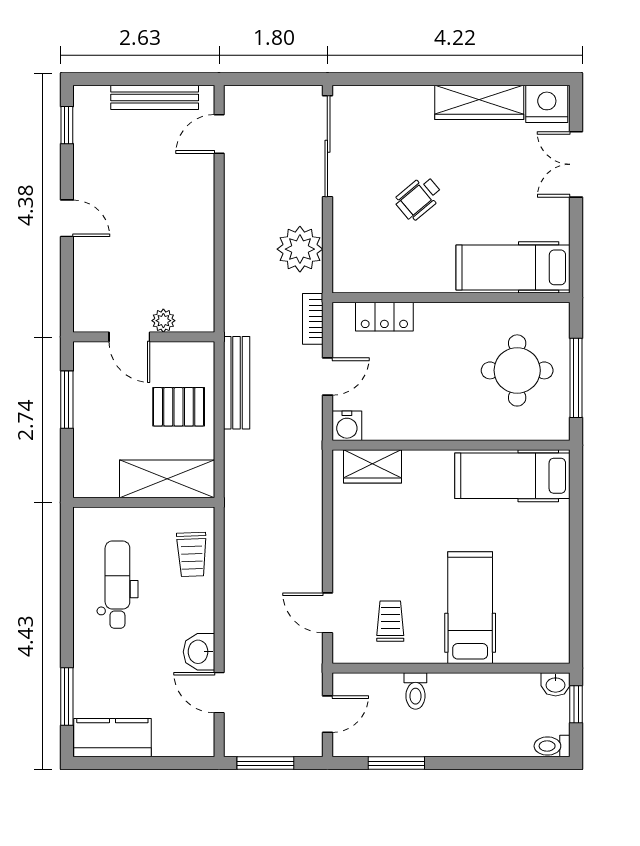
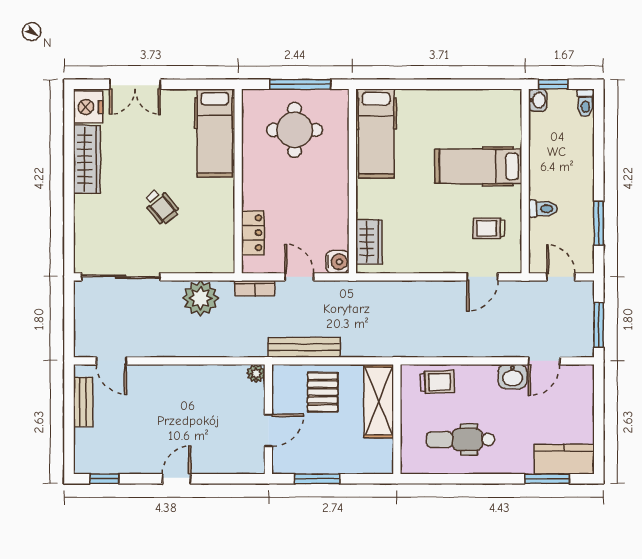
bench: (155, 97) -> (83, 402), width x0.73
plant: (163, 321) -> (256, 373), moved
kitchen counter: (112, 738) -> (564, 459), moved, turned 90

